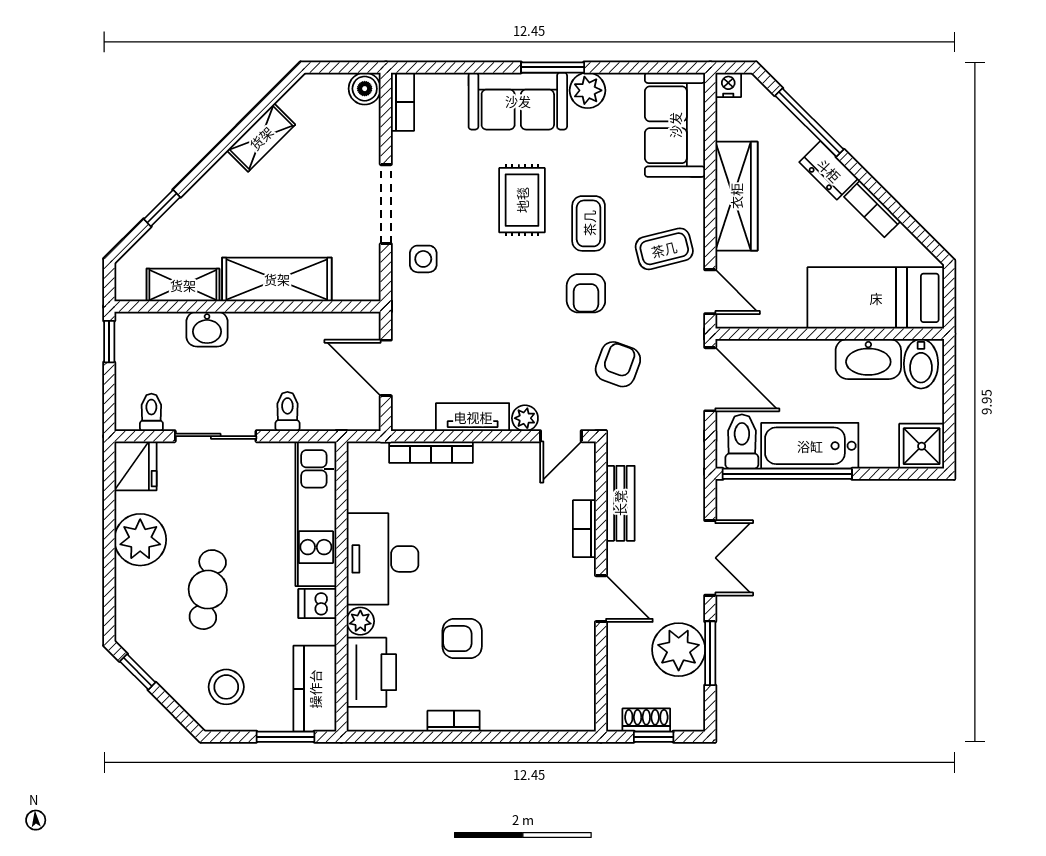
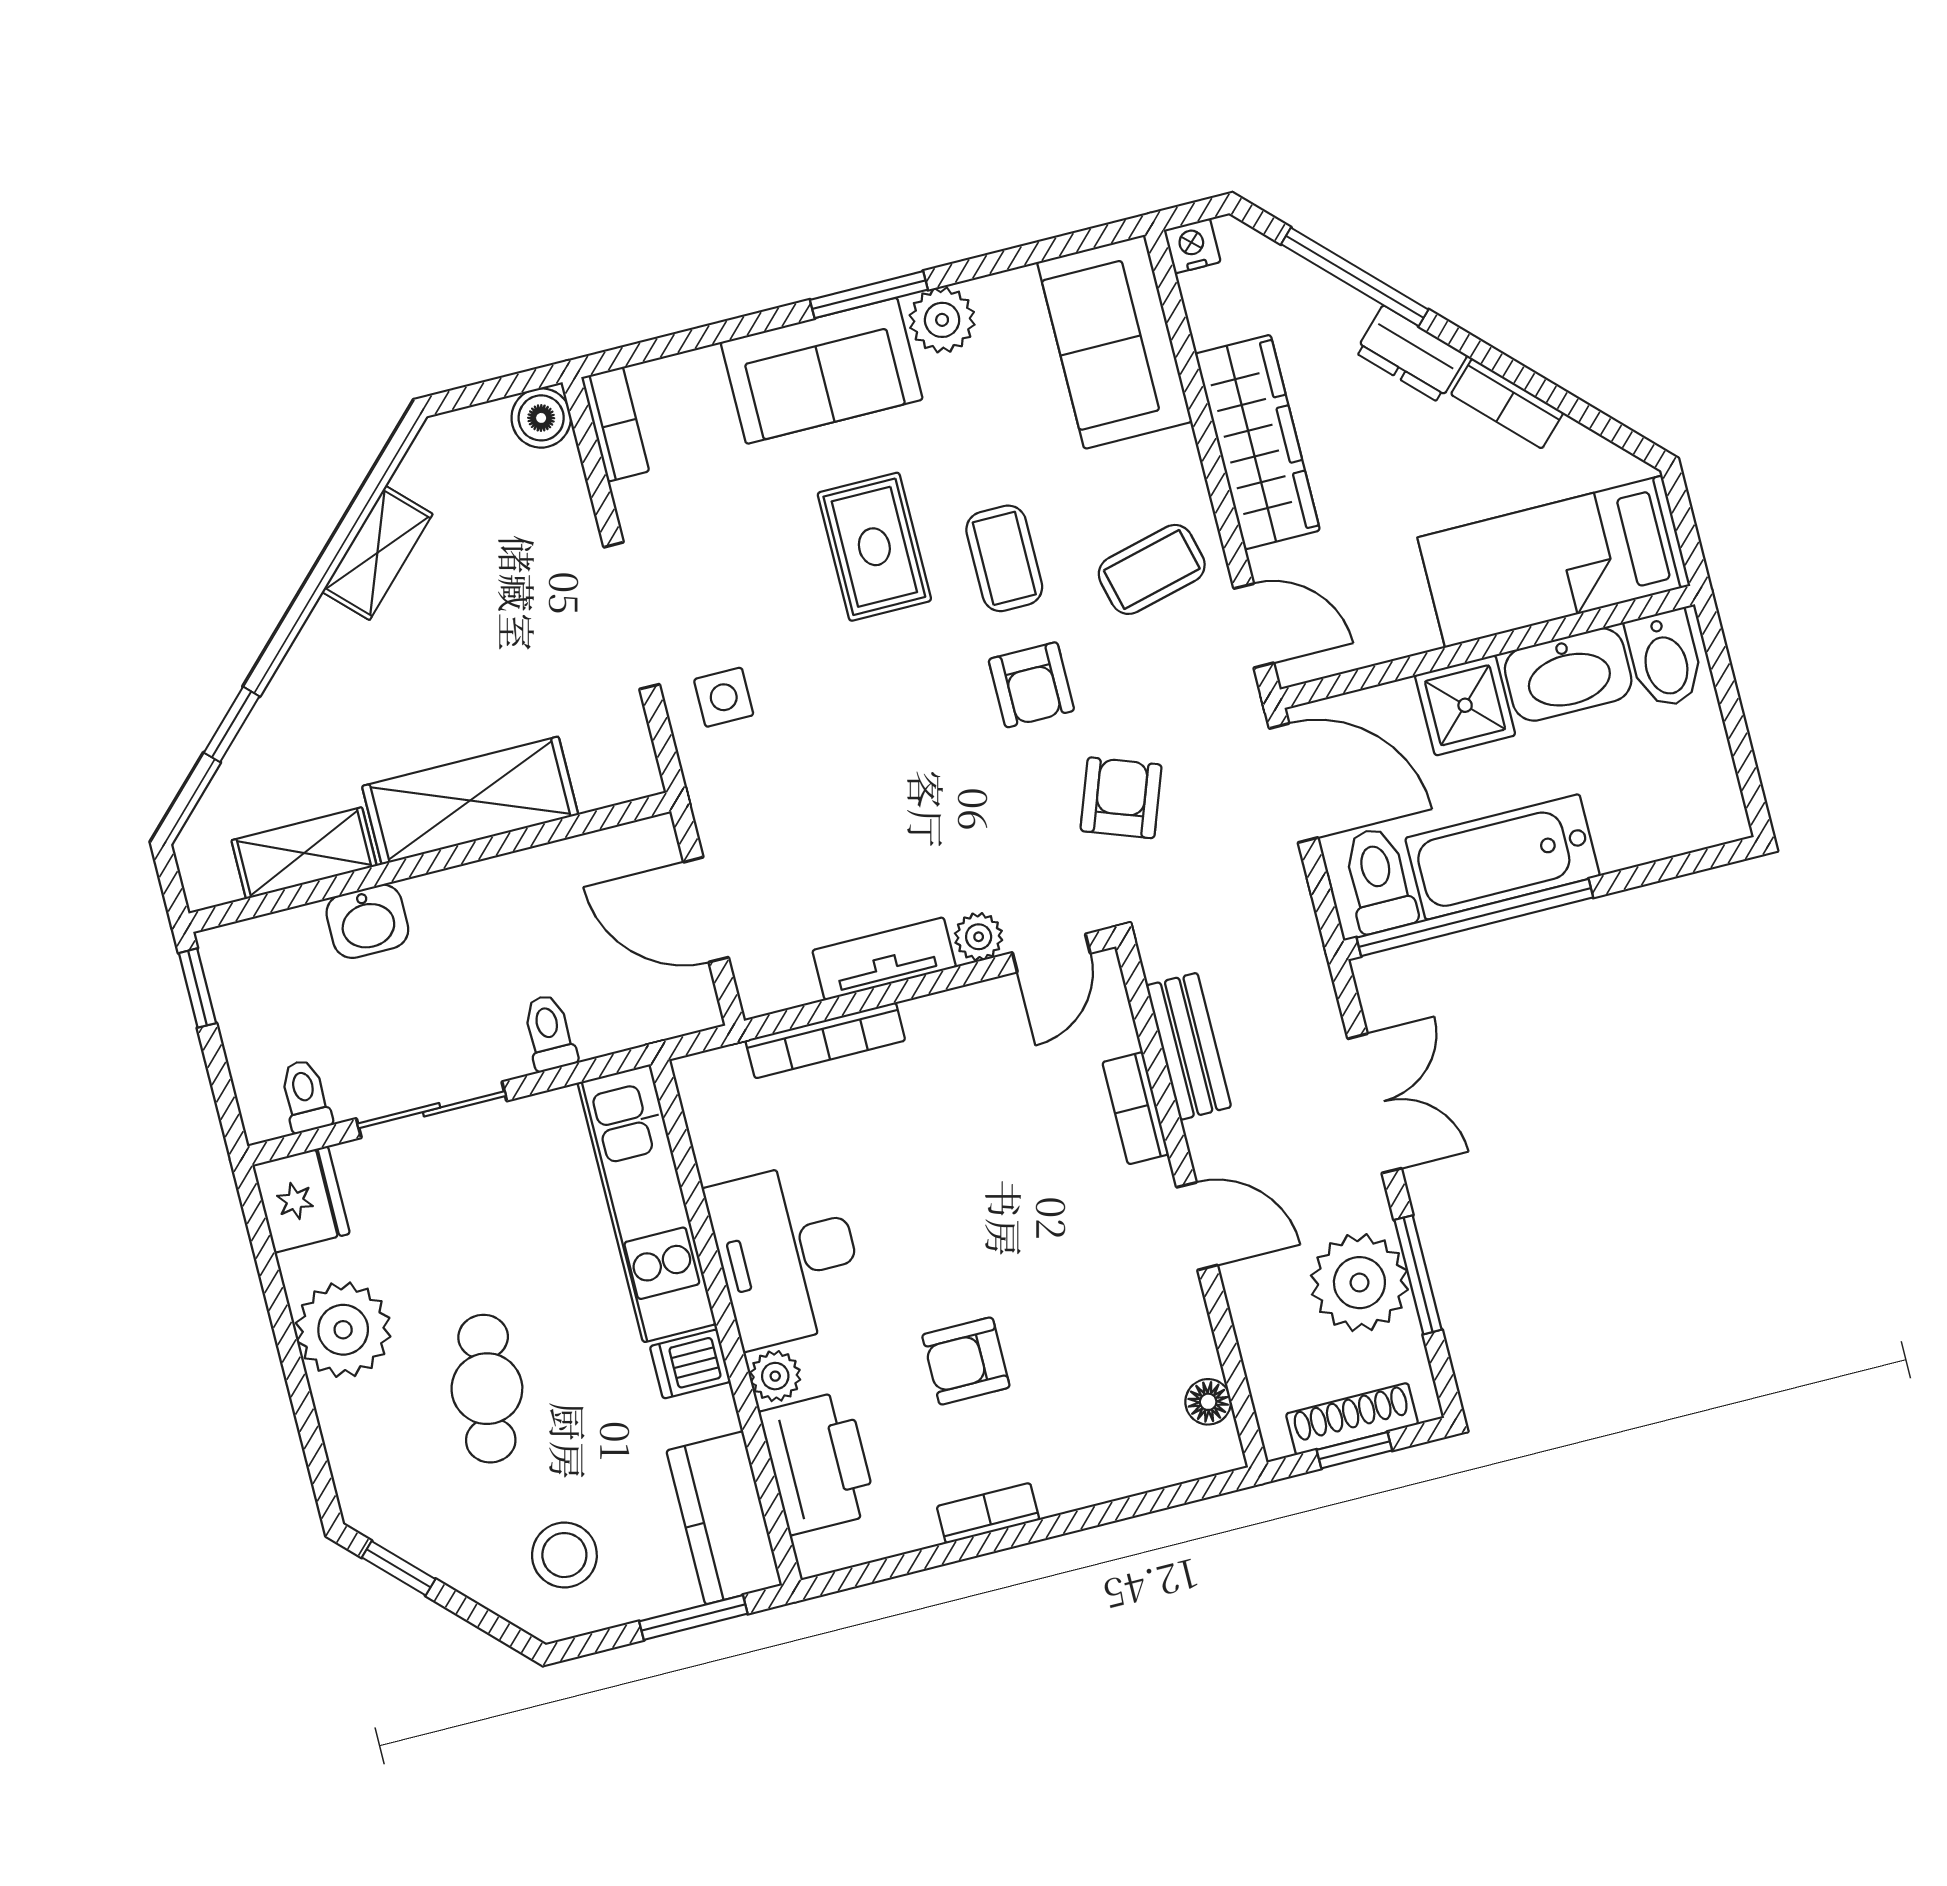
shower: (922, 446) -> (1465, 705), moved
floor lamp: (584, 692) -> (1208, 1402), added
shoe rack: (646, 720) -> (1352, 1419), width x1.43

